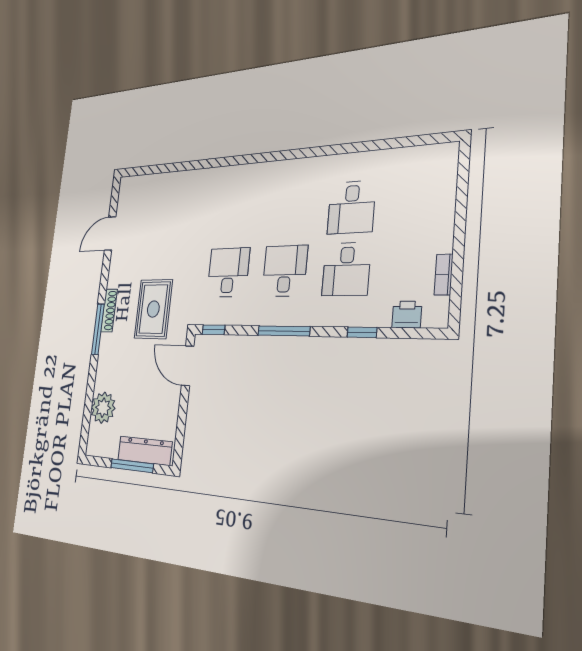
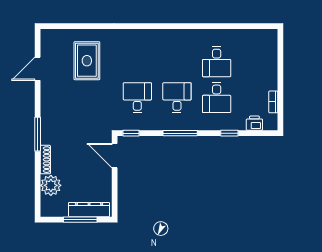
rug: (153, 309) -> (87, 61), moved
shoe rack: (109, 310) -> (45, 160), moved

